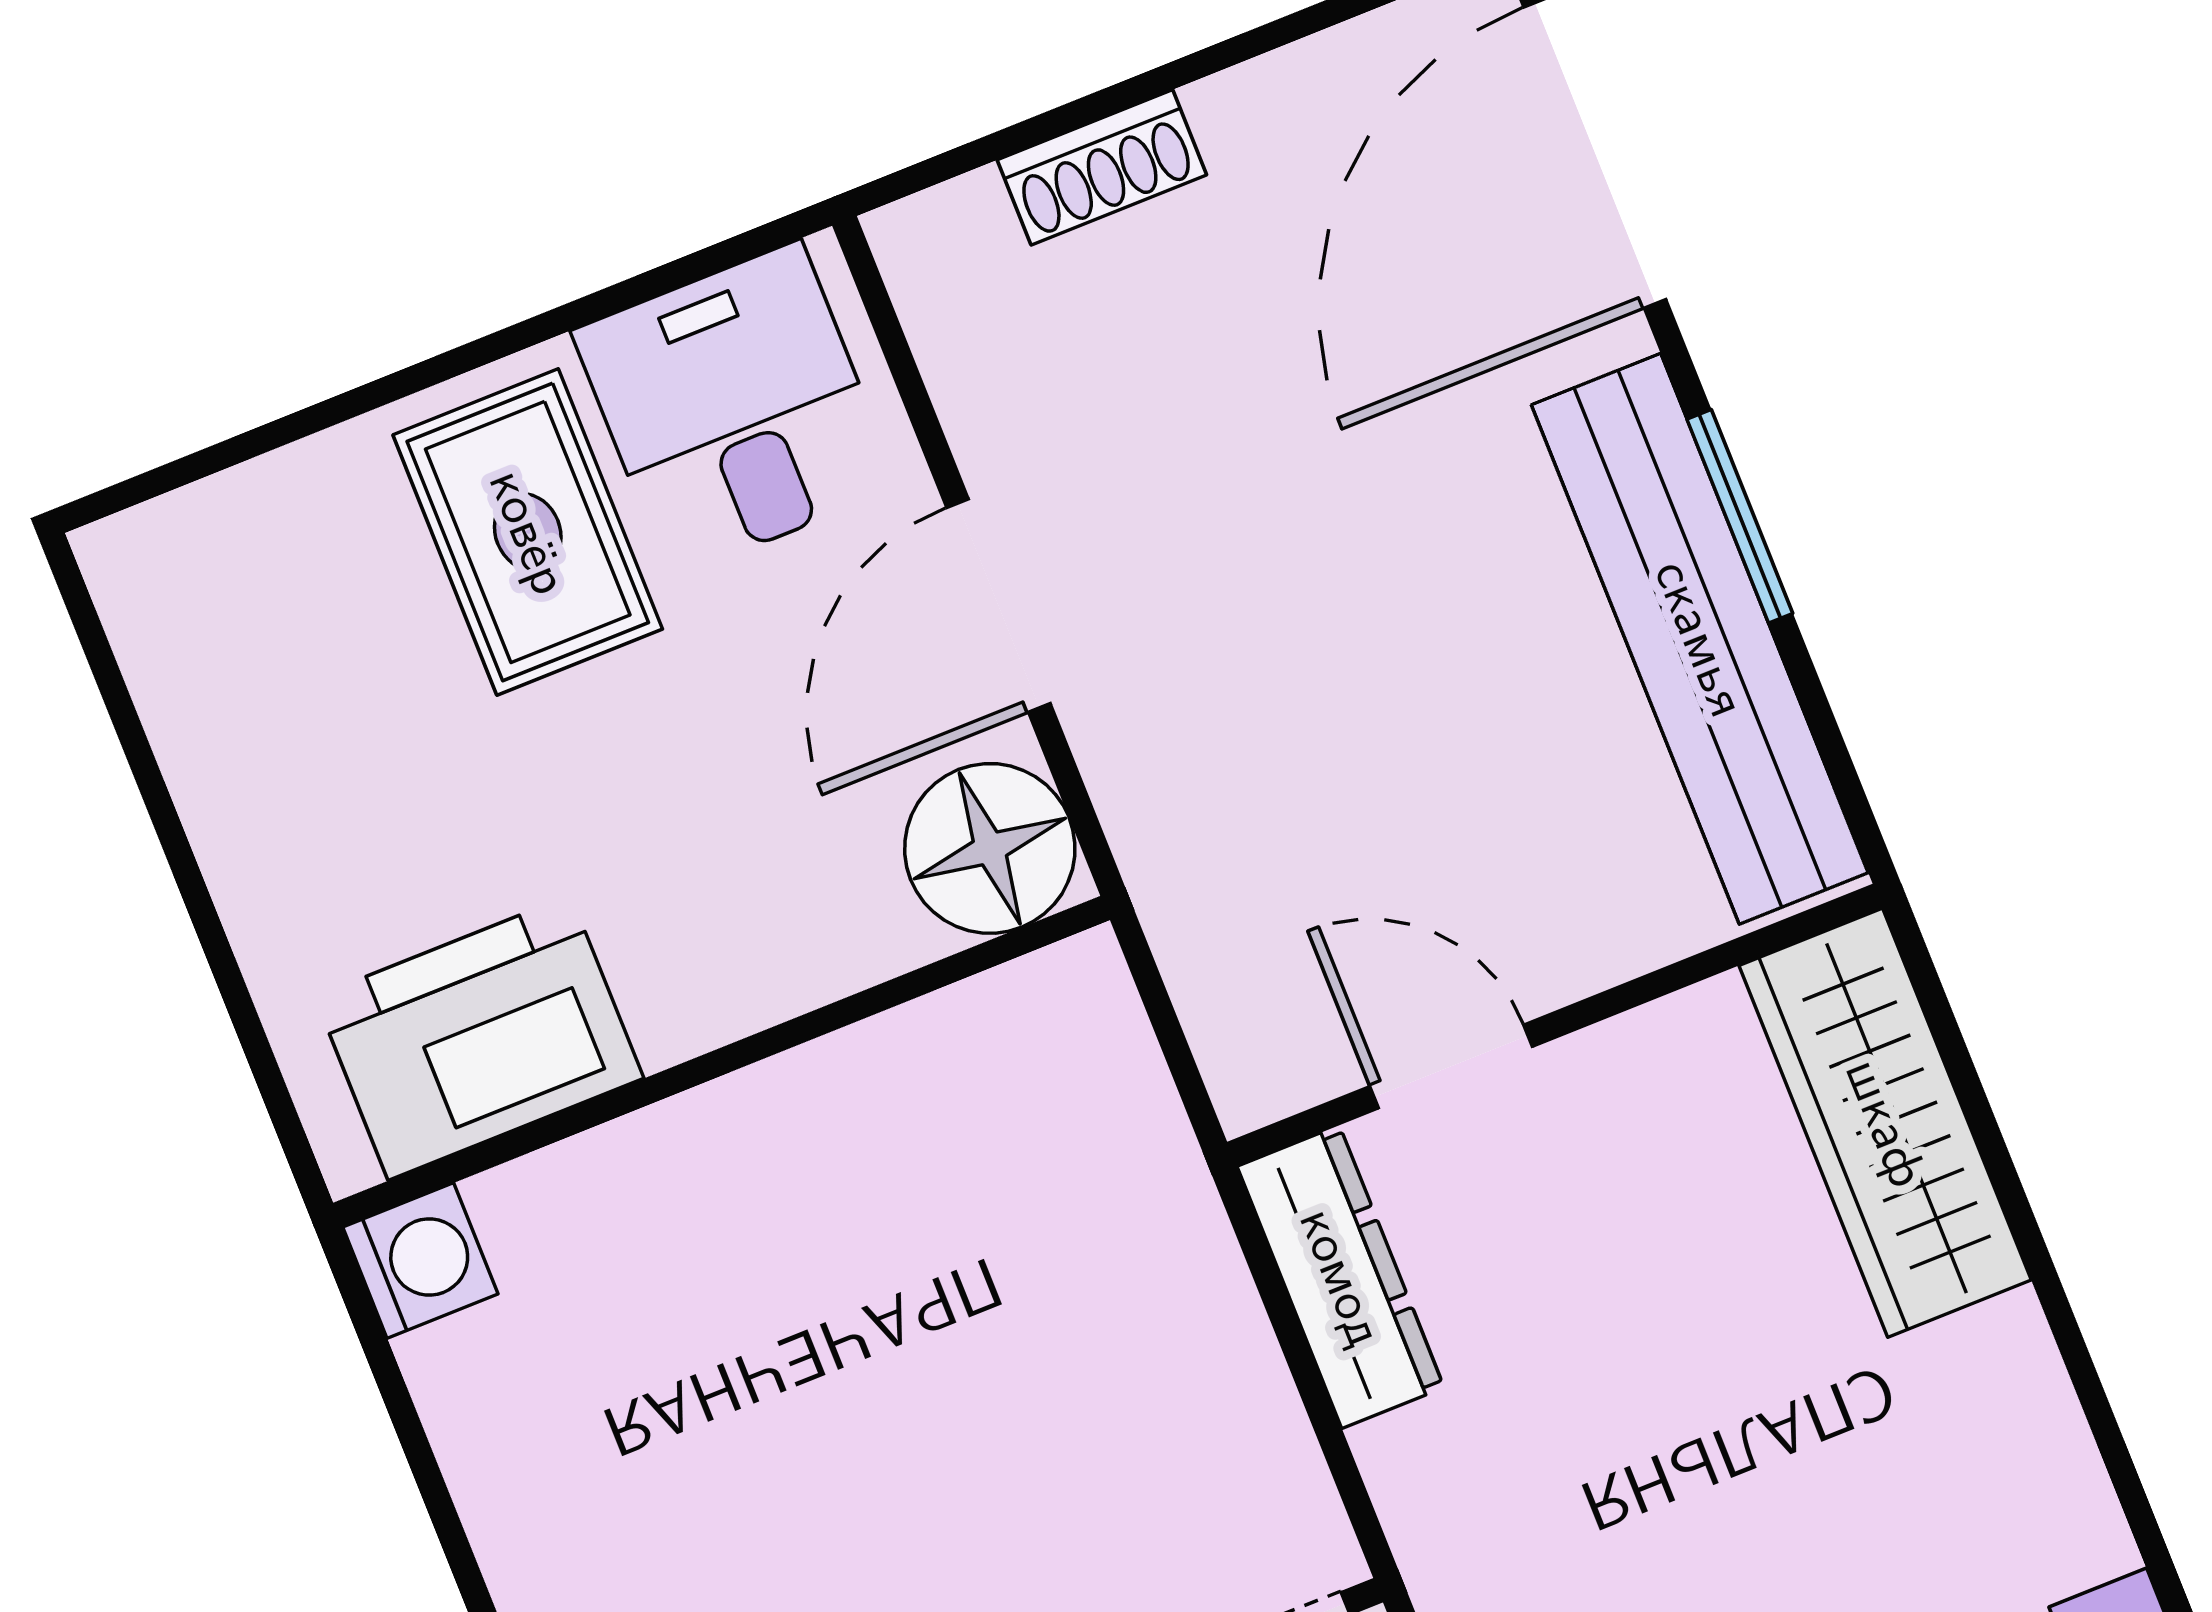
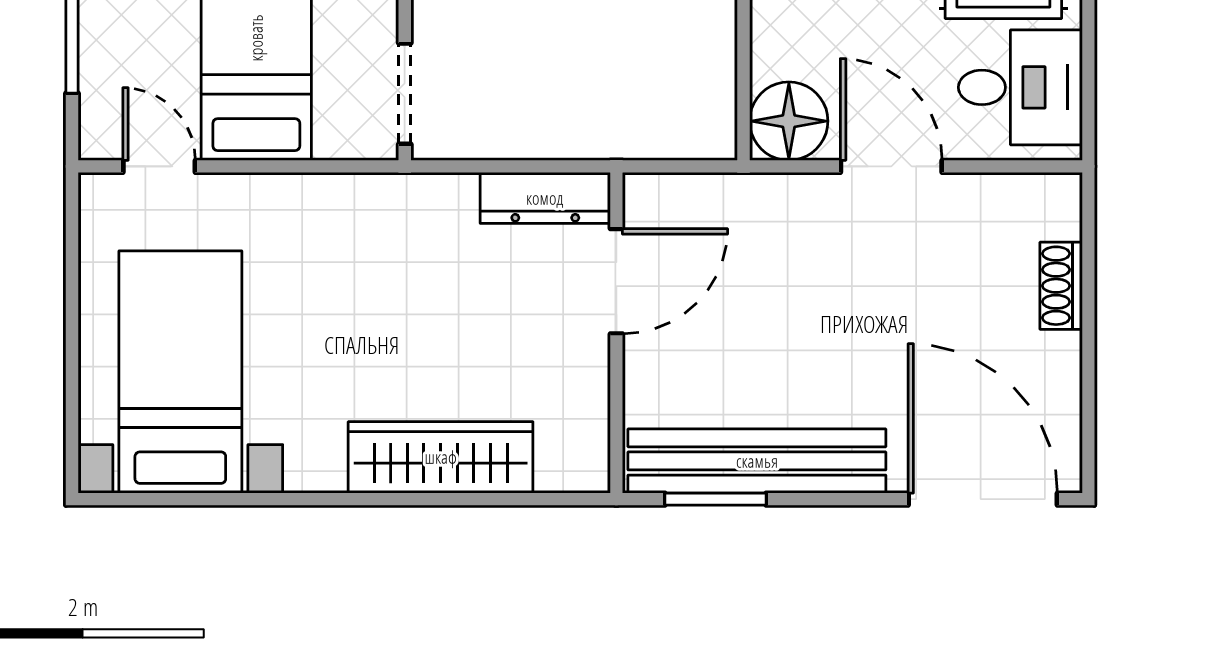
window: (1740, 516) -> (716, 499), moved
door: (1451, 1066) -> (616, 281), width x1.38
wardrobe: (1885, 1123) -> (441, 457), moved

